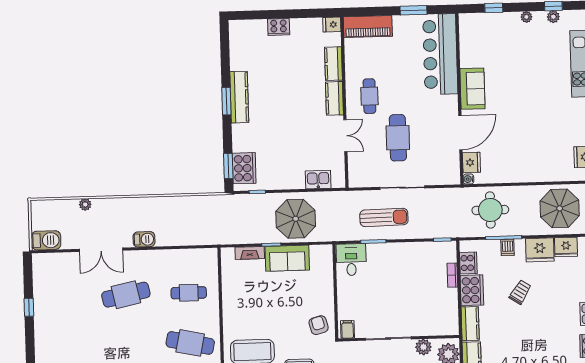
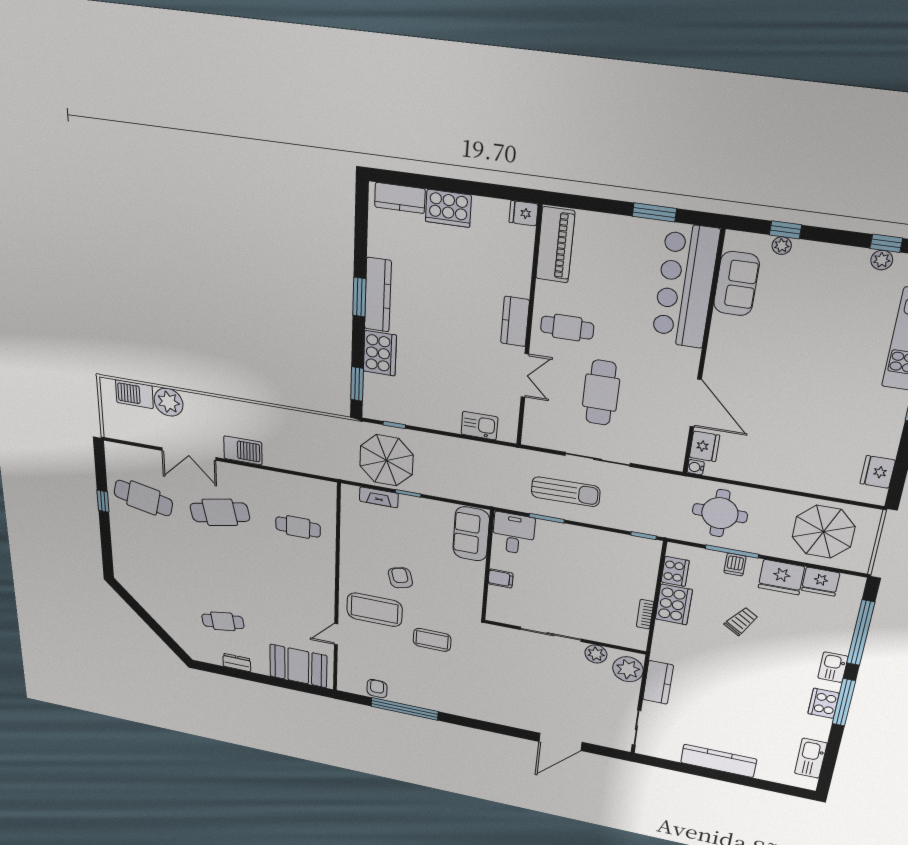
plant: (526, 17) -> (782, 246), moved
cooker: (279, 27) -> (448, 208), width x1.37, depth x1.31
piano: (368, 27) -> (555, 245), moved, turned -90
kitchen counter: (333, 64) -> (400, 198), moved, turned -90
sofa: (472, 89) -> (736, 284), moved
cafe table: (369, 96) -> (567, 328), turned 90
door: (460, 133) -> (696, 403), hinge flipped
cooker: (244, 168) -> (380, 353), moved
plant: (85, 205) -> (169, 402), width x1.87, depth x1.87
parasol: (296, 219) -> (386, 460), moved
barbecue: (144, 239) -> (243, 450), width x1.38, depth x1.27
barbecue: (46, 240) -> (134, 394), moved, turned 180
sofa: (287, 258) -> (471, 534), moved, turned 90
bookcase: (452, 275) -> (645, 614), moved
kitchen counter: (470, 324) -> (664, 642), removed
armchair: (319, 325) -> (400, 578), moved
filing cabinet: (348, 329) -> (501, 578), moved, turned 90
cafe table: (190, 343) -> (143, 498), moved

